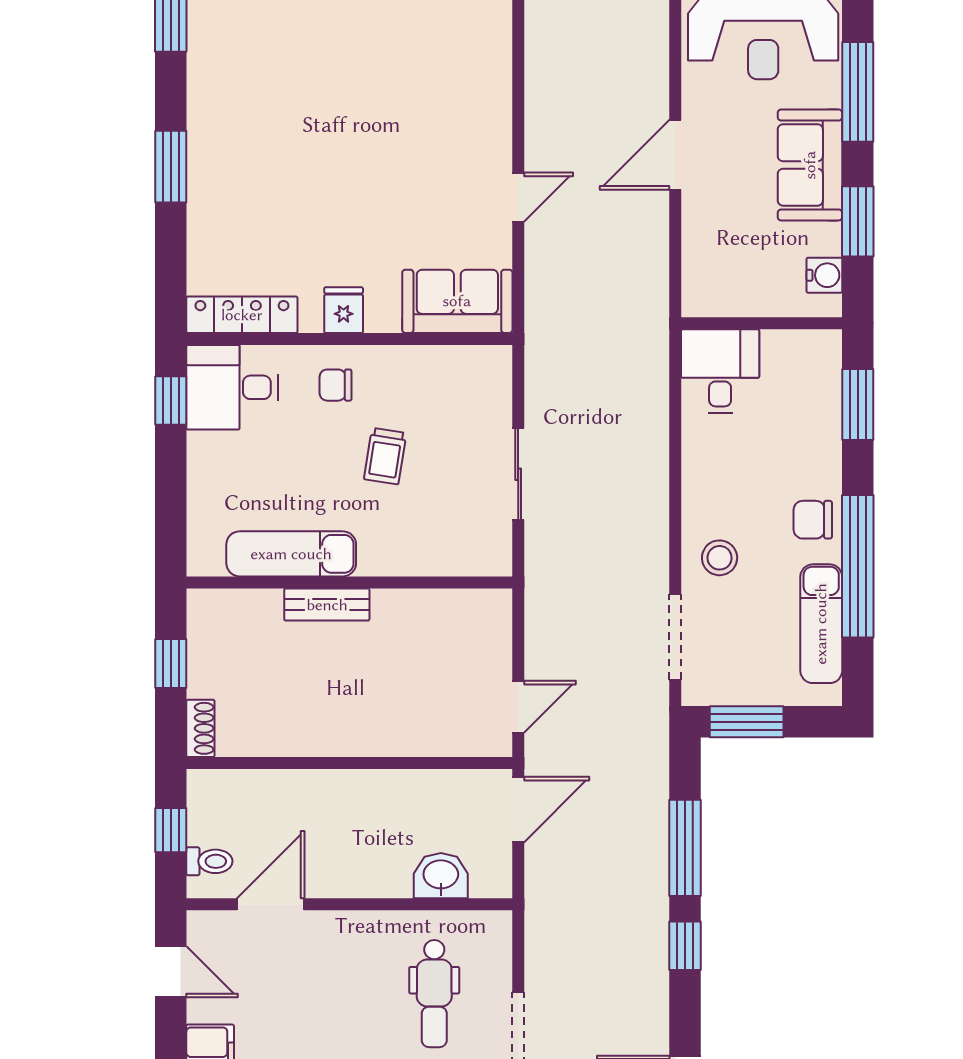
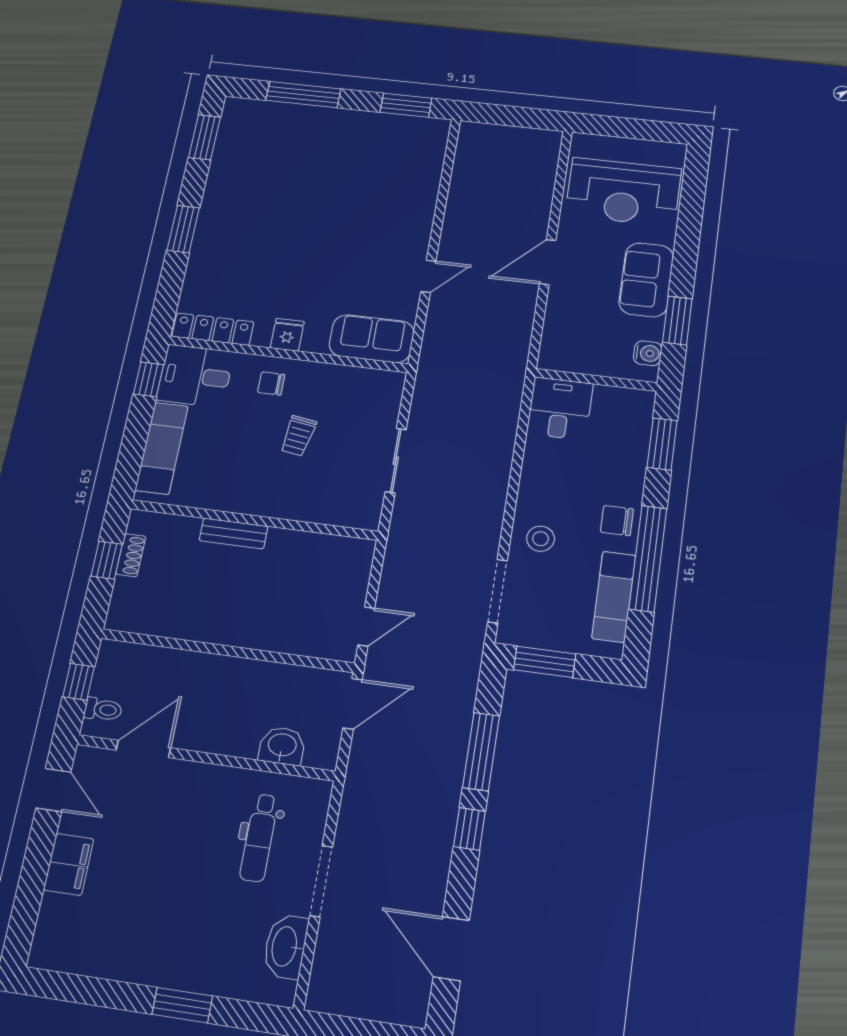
window: (858, 92) -> (688, 237), removed
exam couch: (291, 554) -> (162, 448), moved, turned 90
shoe rack: (200, 728) -> (131, 555), moved

